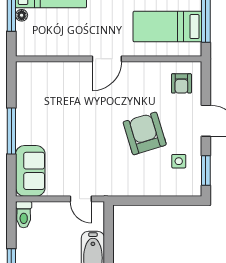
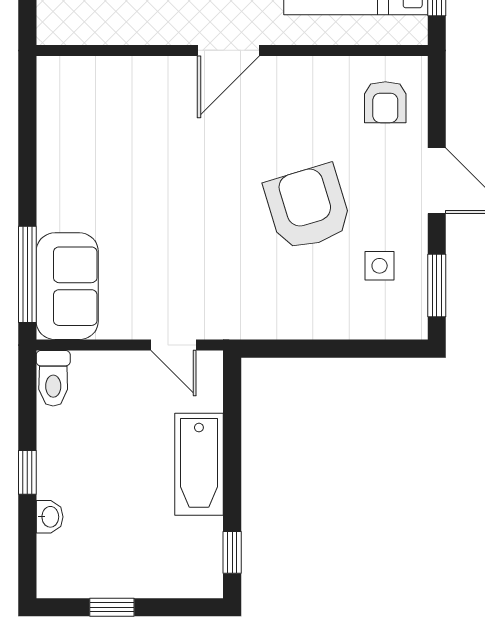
window: (11, 131) -> (27, 274), moved

